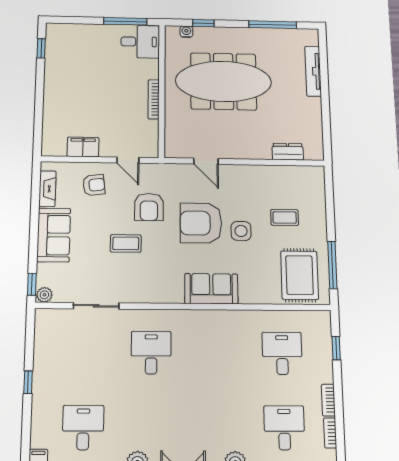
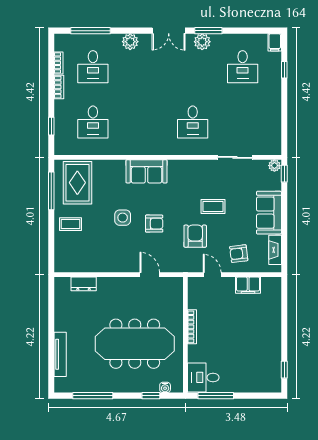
coffee table: (285, 217) -> (71, 224), moved
armchair: (201, 223) -> (154, 224), width x0.53, depth x0.53
window: (28, 382) -> (284, 70), moved

